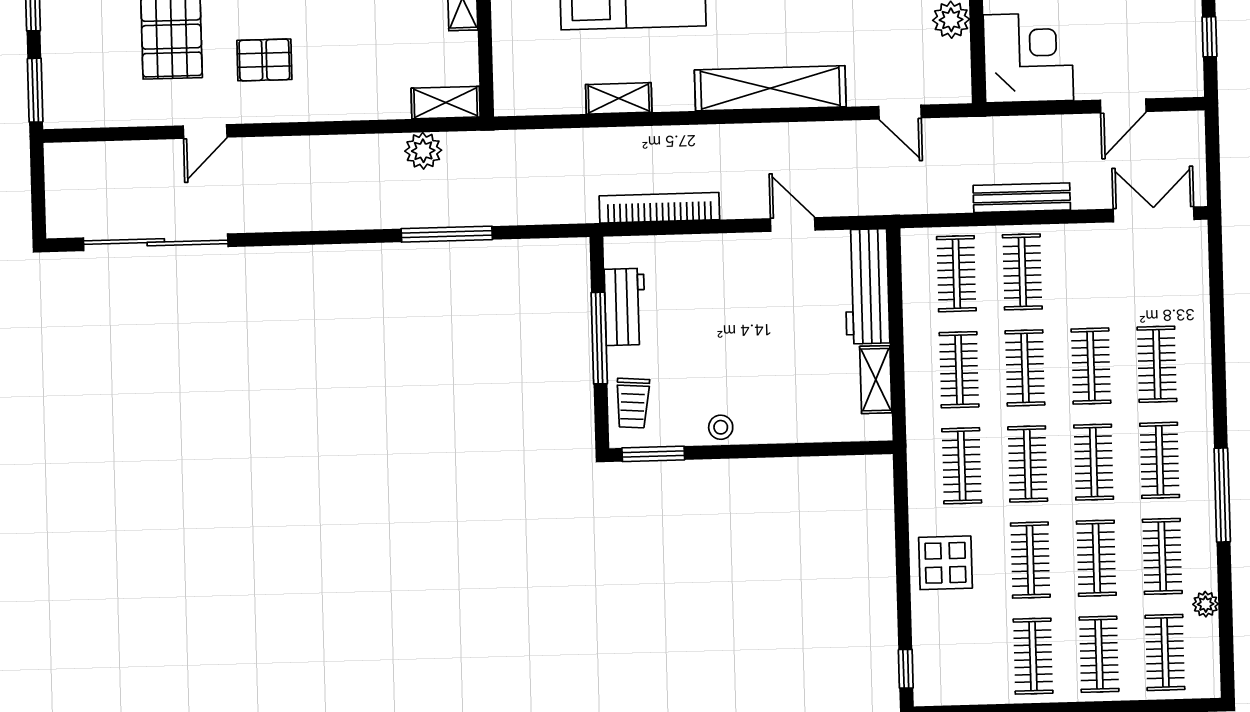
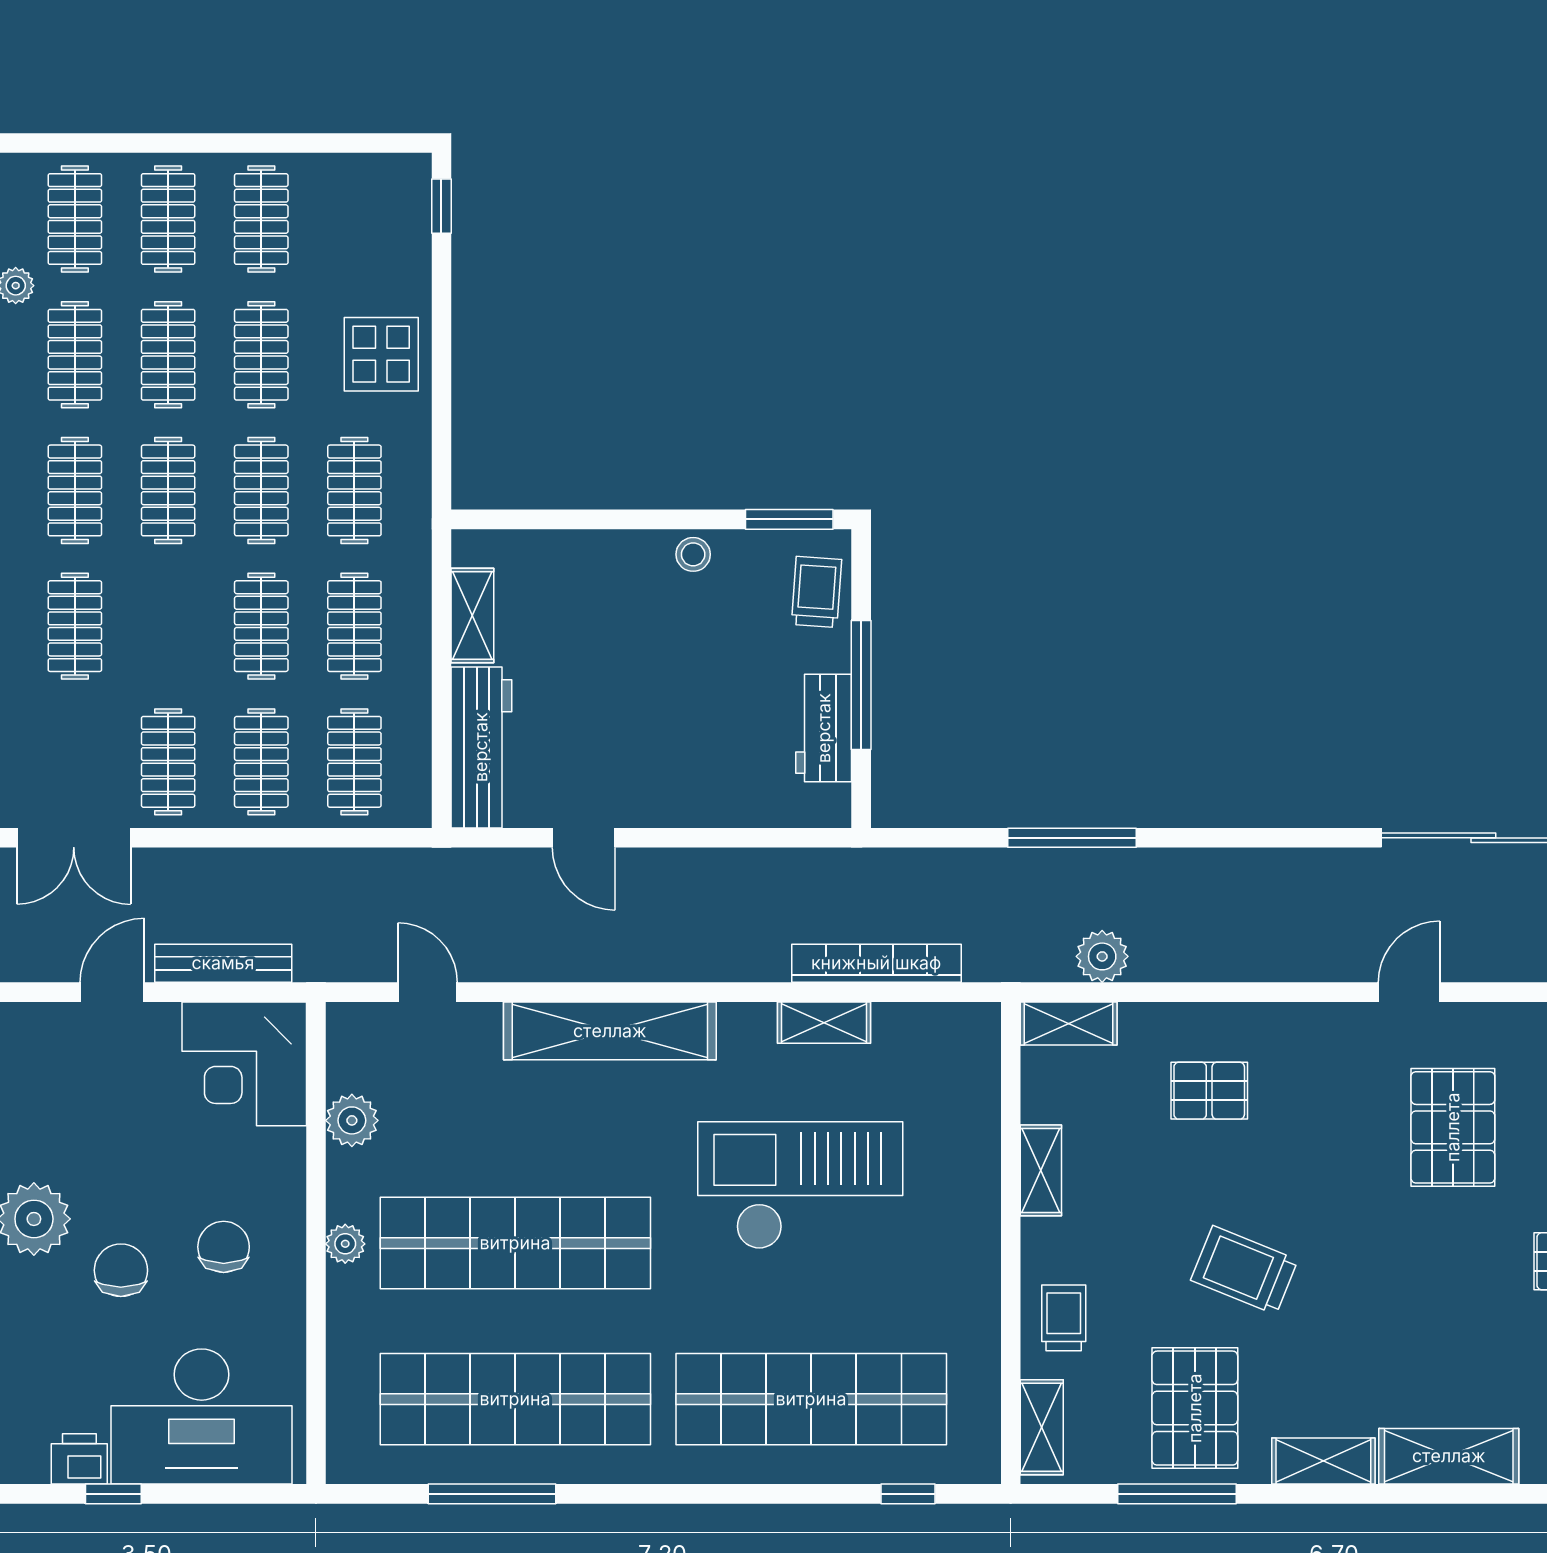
pallet: (264, 60) -> (1209, 1091), moved
bench: (1022, 198) -> (223, 963), moved
bookcase: (659, 208) -> (876, 963), moved, turned 180
clothes rail: (1091, 366) -> (168, 762), moved

